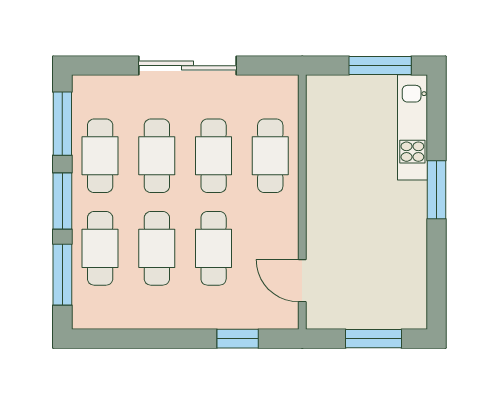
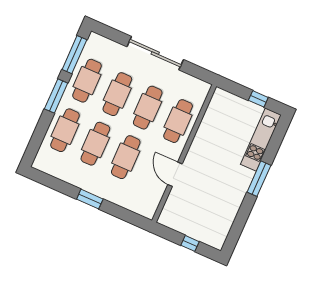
window: (380, 66) -> (258, 99), width x0.46
window: (62, 275) -> (39, 135), removed
door: (302, 281) -> (175, 174), moved
window: (238, 339) -> (90, 199), moved
window: (374, 339) -> (190, 243), width x0.46

